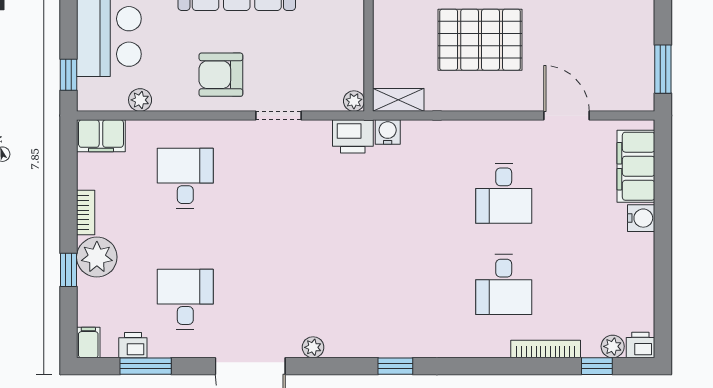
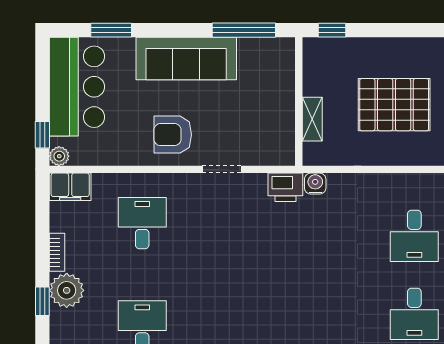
plant: (140, 100) -> (59, 156), moved
shelving: (398, 100) -> (312, 119), moved, turned 90
plant: (354, 101) -> (286, 157), removed

